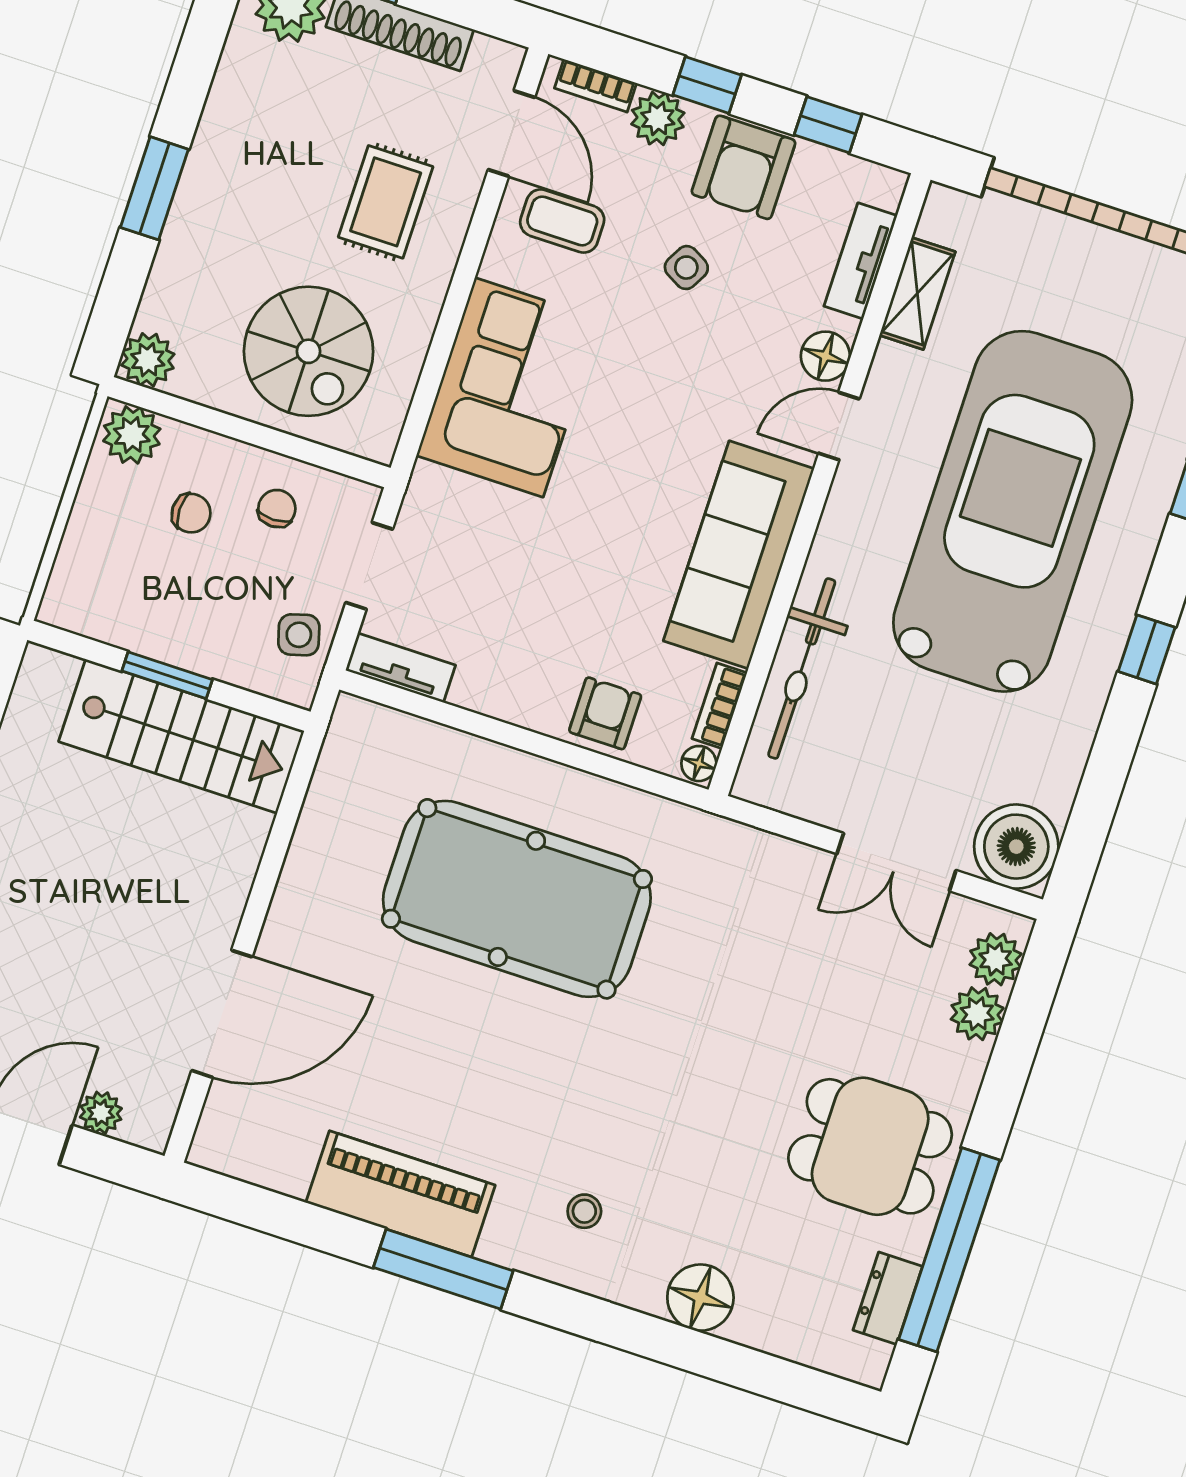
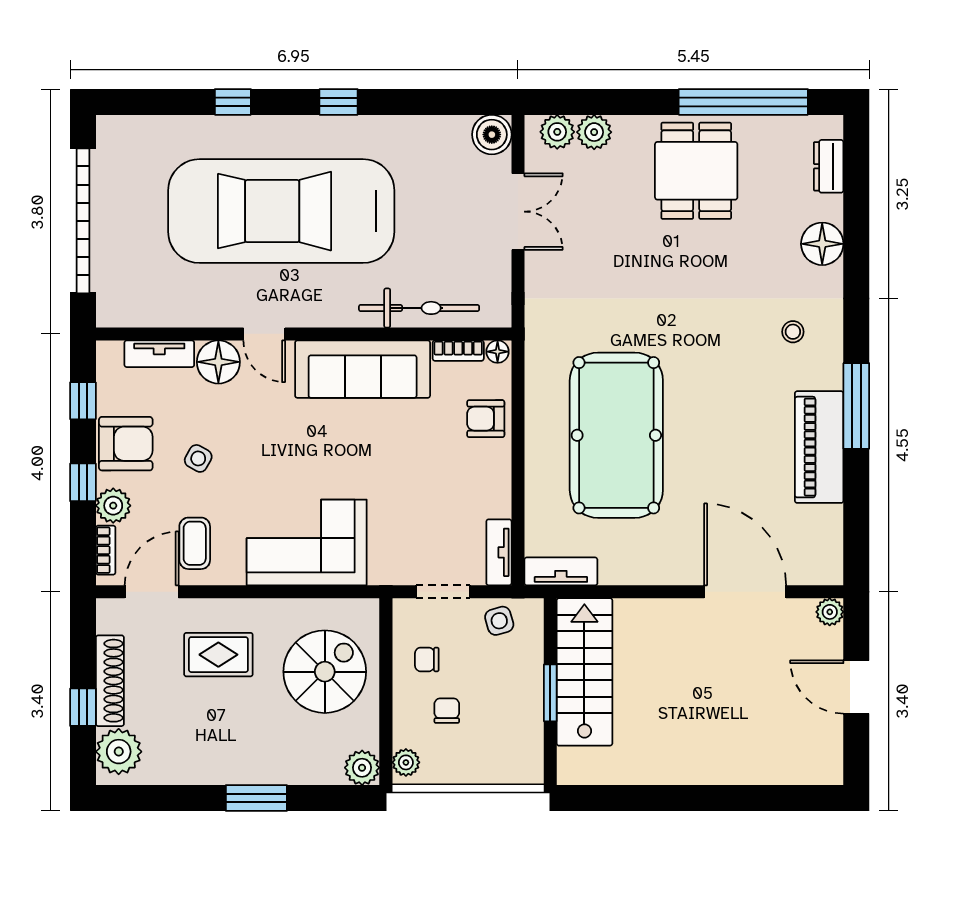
shelving: (917, 293) -> (168, 313), removed
floor lamp: (825, 356) -> (218, 362), width x1.38, depth x1.38
plant: (132, 435) -> (406, 762), width x0.73, depth x0.73
tv unit: (342, 750) -> (561, 571), added
boiler: (1016, 847) -> (492, 135), width x0.73, depth x0.73
plant: (101, 1113) -> (830, 612), moved
dresser: (888, 1298) -> (829, 166), moved, turned 90

